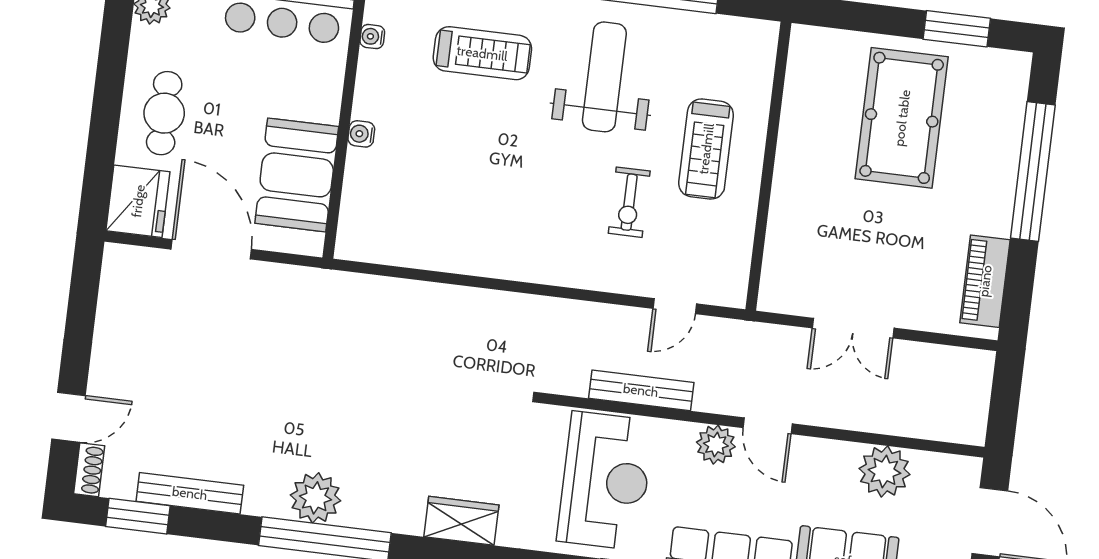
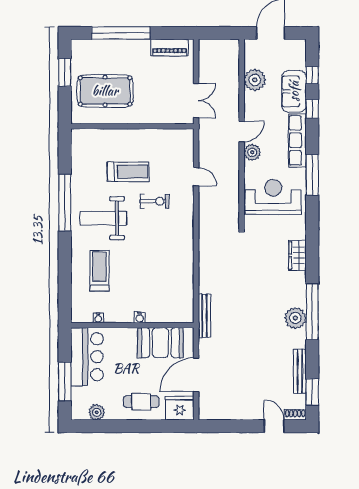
wall: (768, 166) -> (132, 126), moved
bench: (641, 390) -> (204, 316), moved

